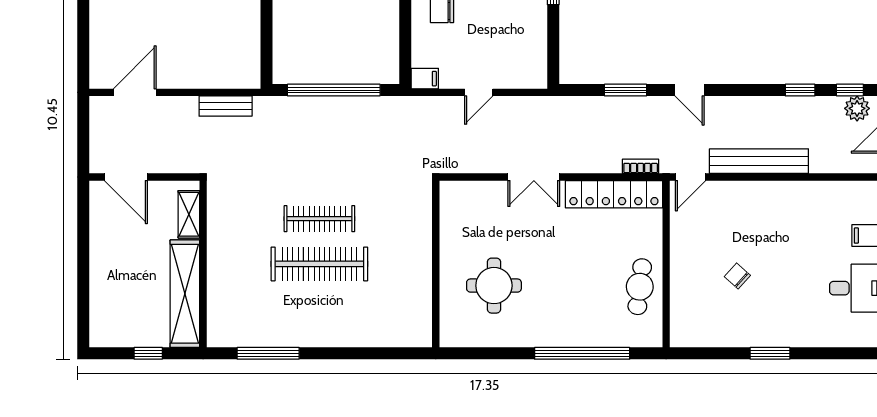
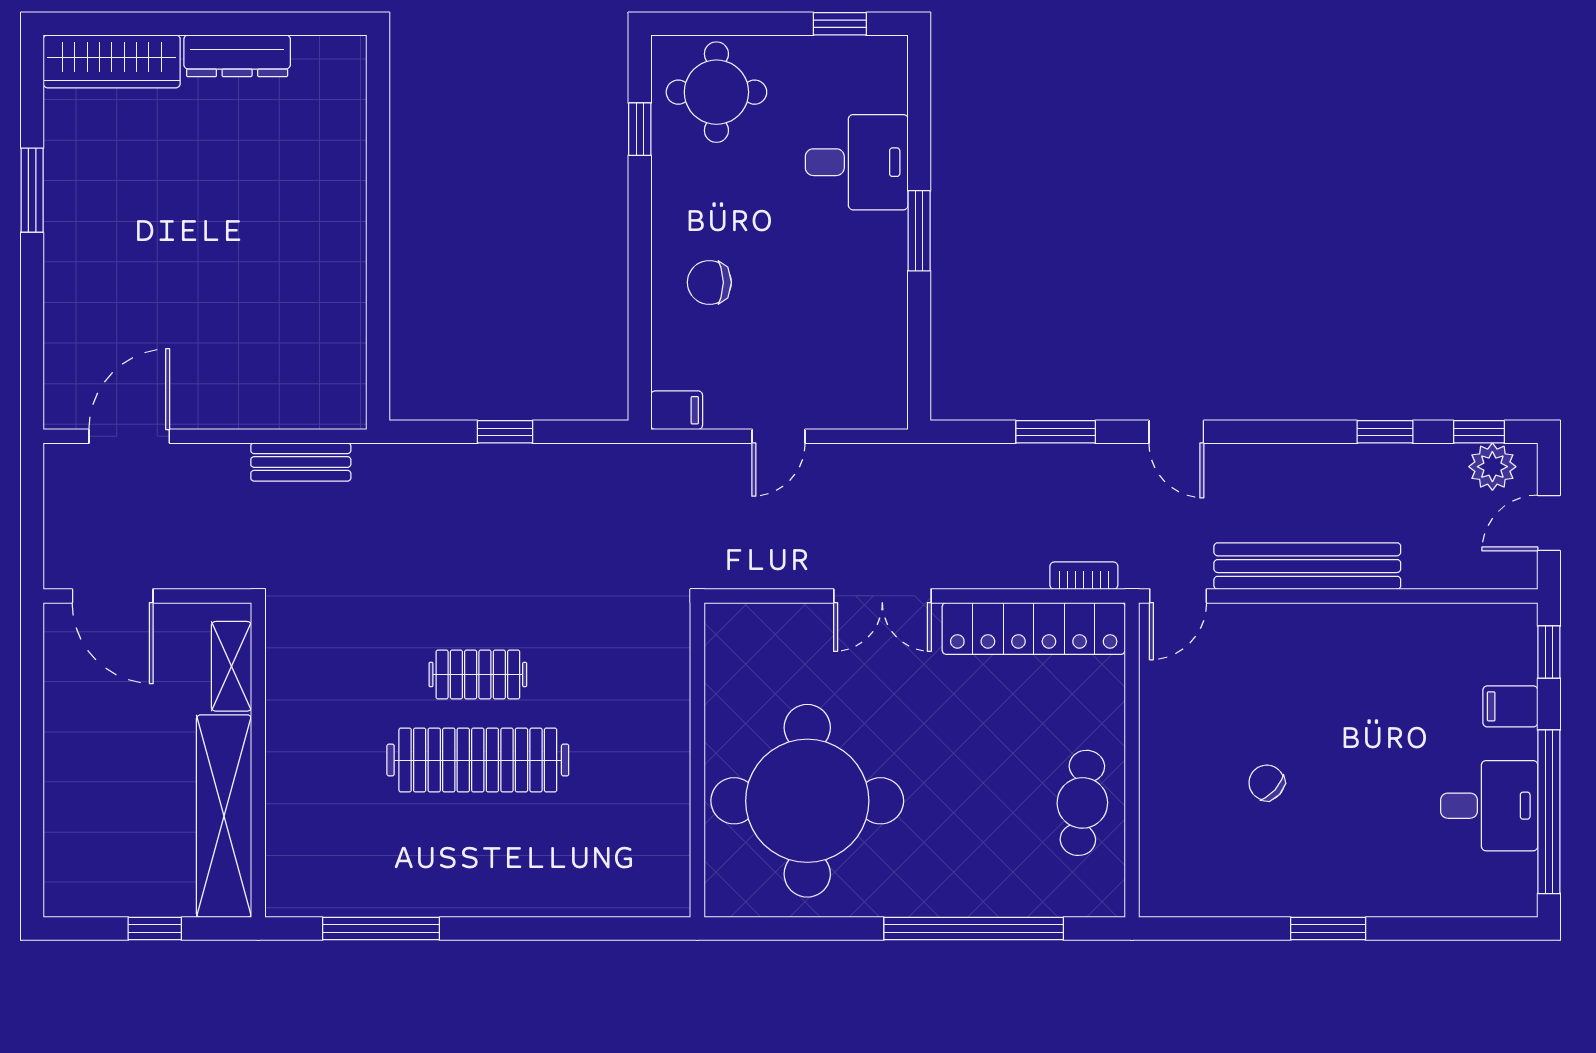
window: (334, 90) -> (505, 432), width x0.32
clothes rail: (319, 219) -> (478, 675), width x0.73
round table: (494, 286) -> (807, 801), width x1.86, depth x1.86

